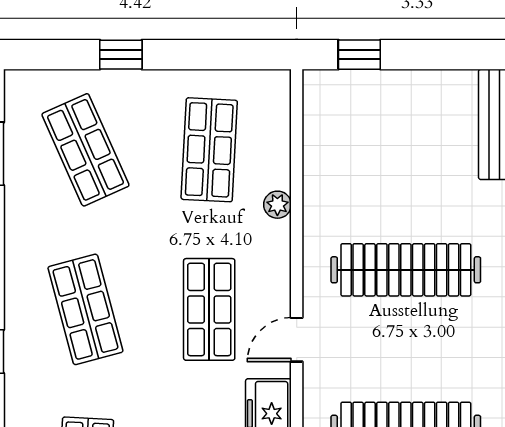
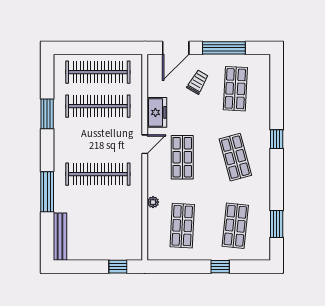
shop shelf: (85, 150) -> (235, 226), turned 30

